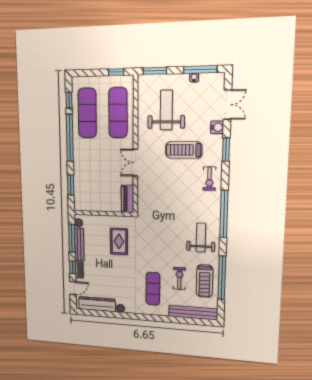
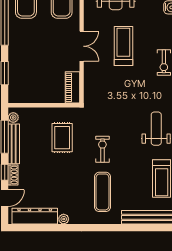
treadmill: (184, 150) -> (123, 46), moved, turned 90
double door: (135, 163) -> (82, 46), swing flipped
exercise bike: (179, 278) -> (102, 149), moved

